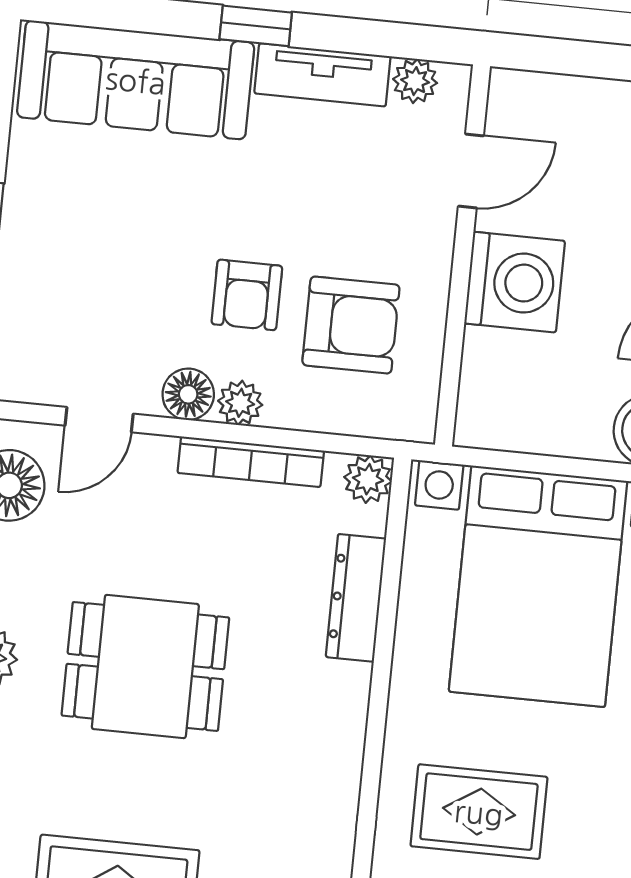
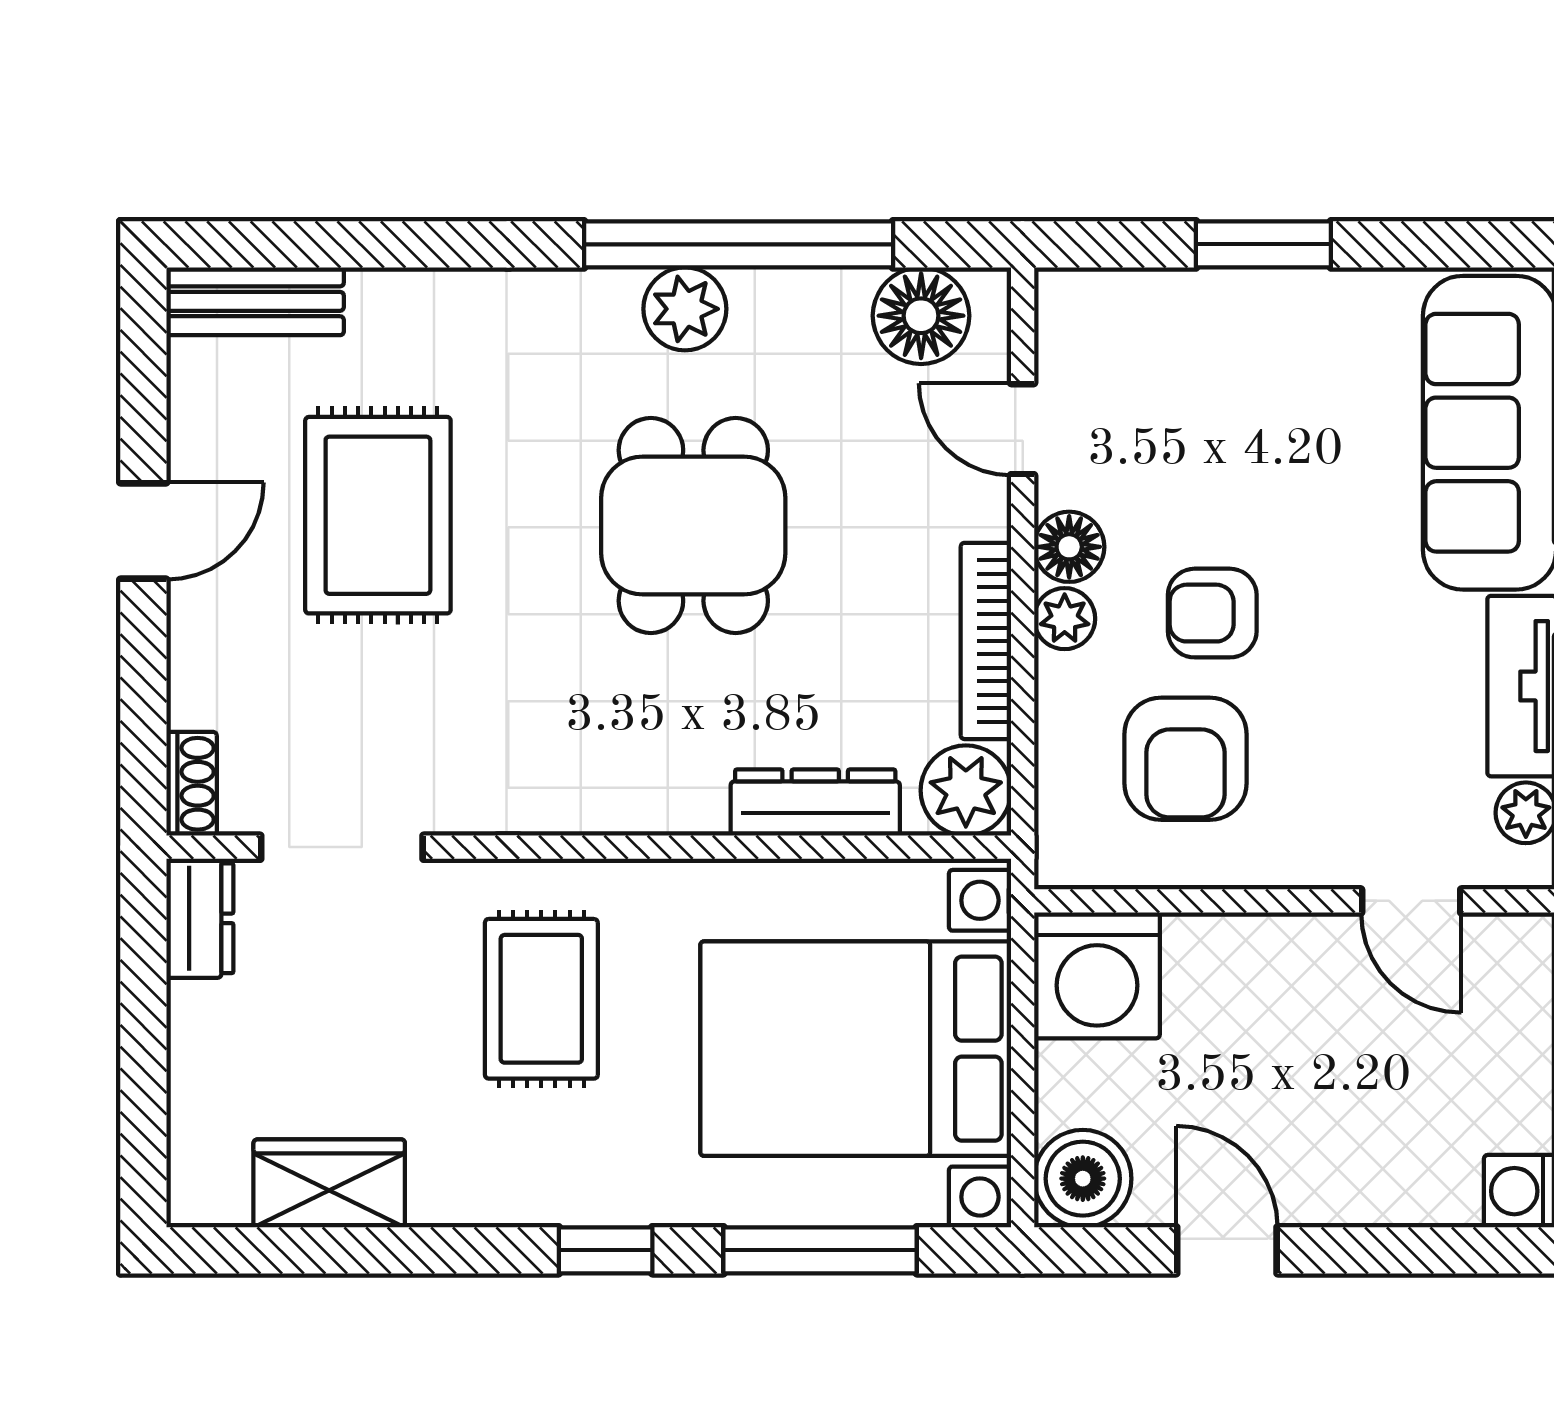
washing machine: (515, 282) -> (1097, 975), moved
plant: (368, 479) -> (966, 790), width x1.38, depth x1.38

